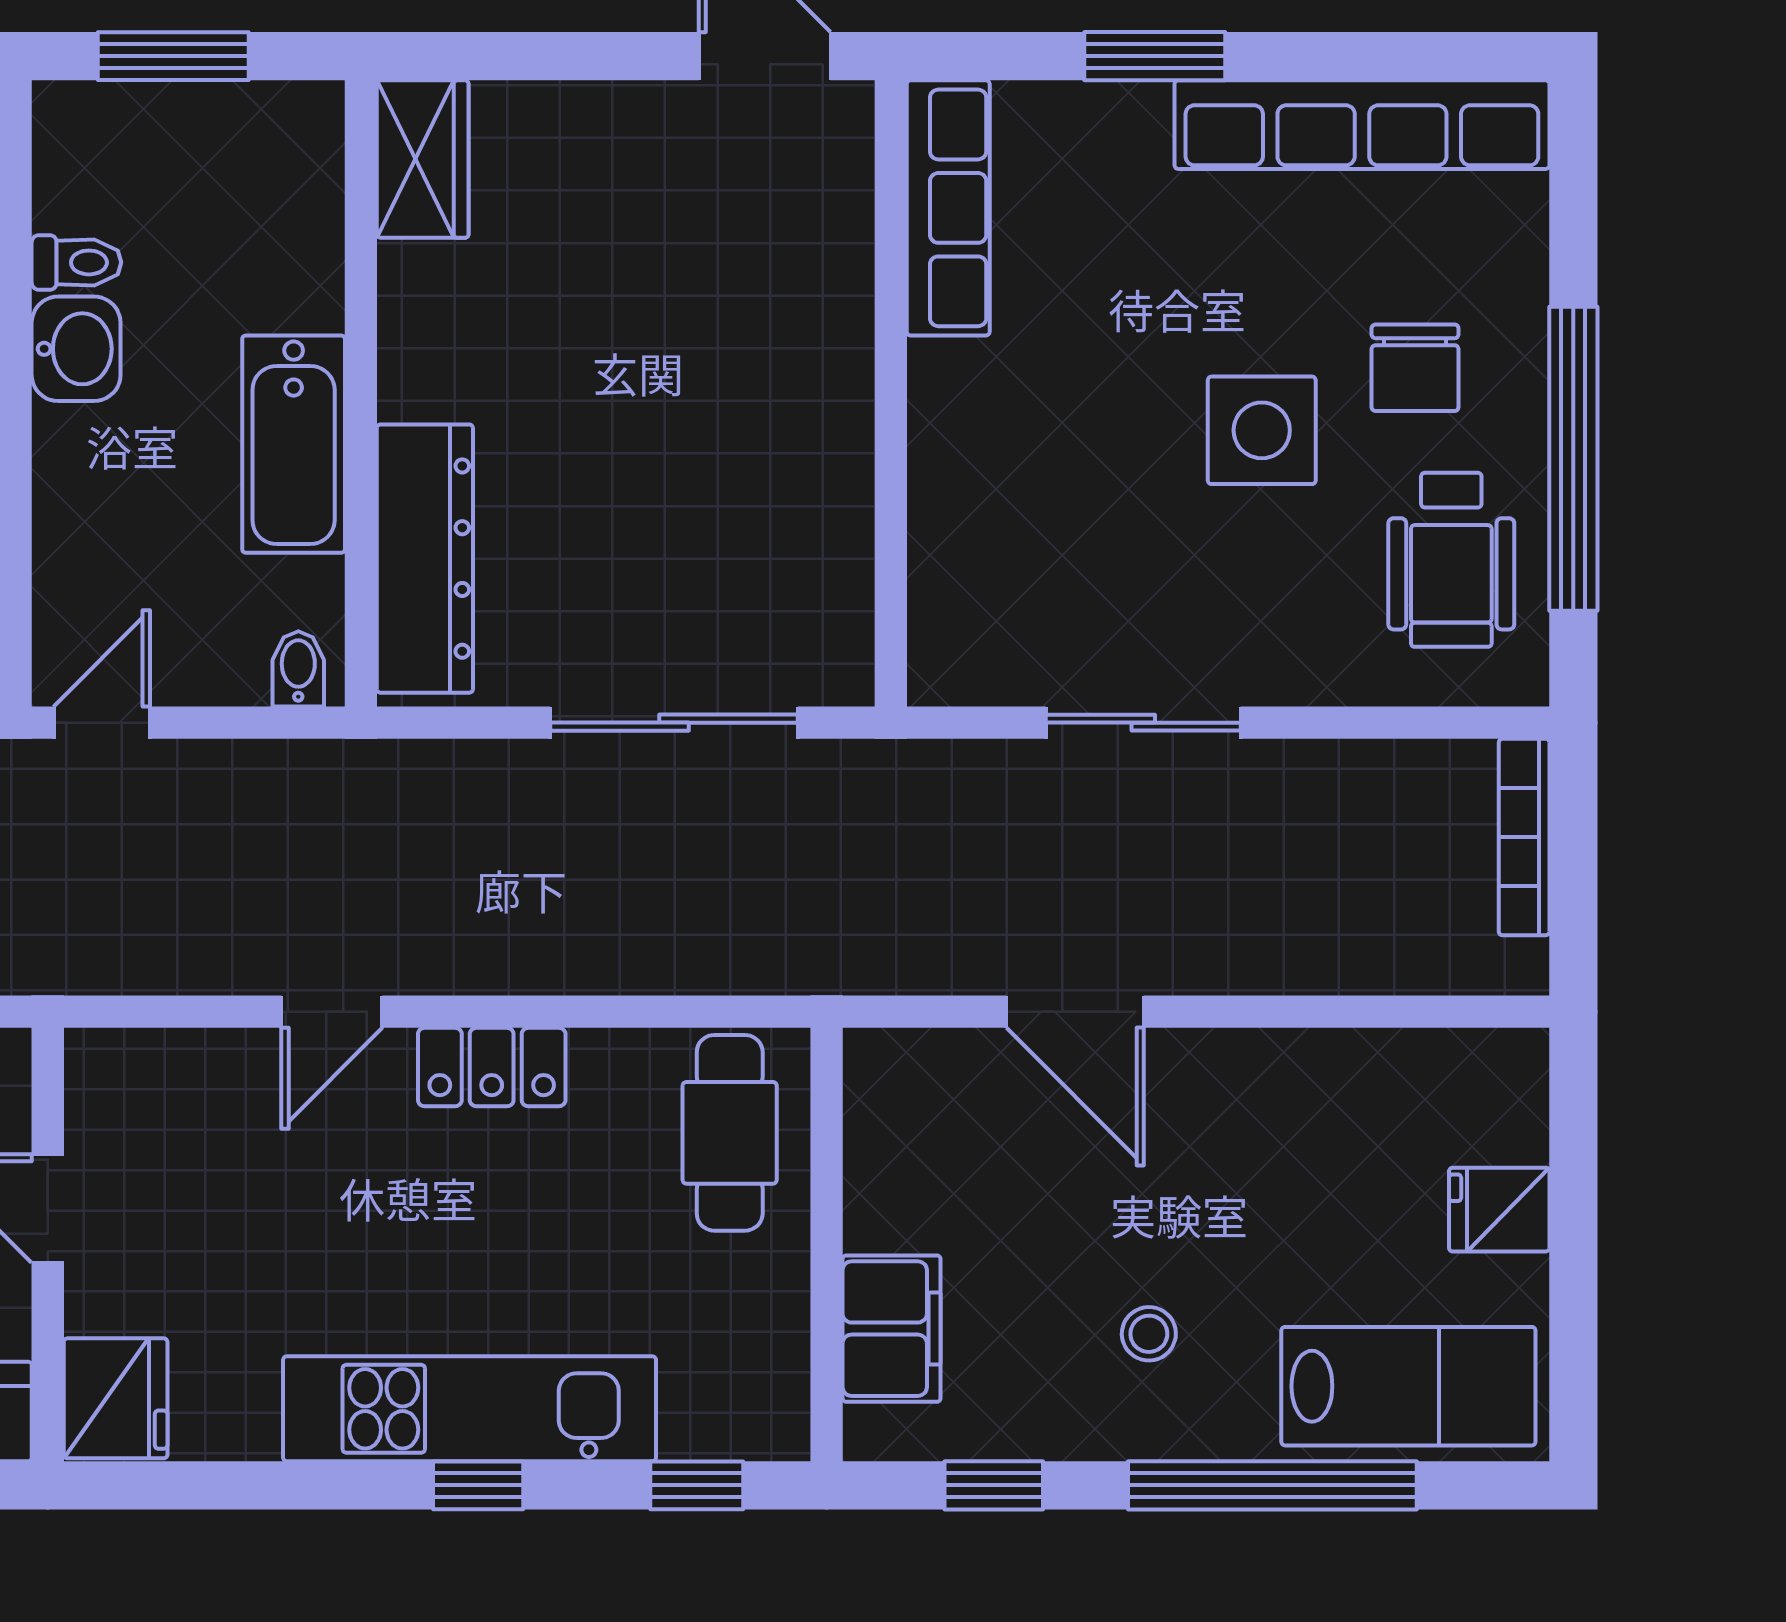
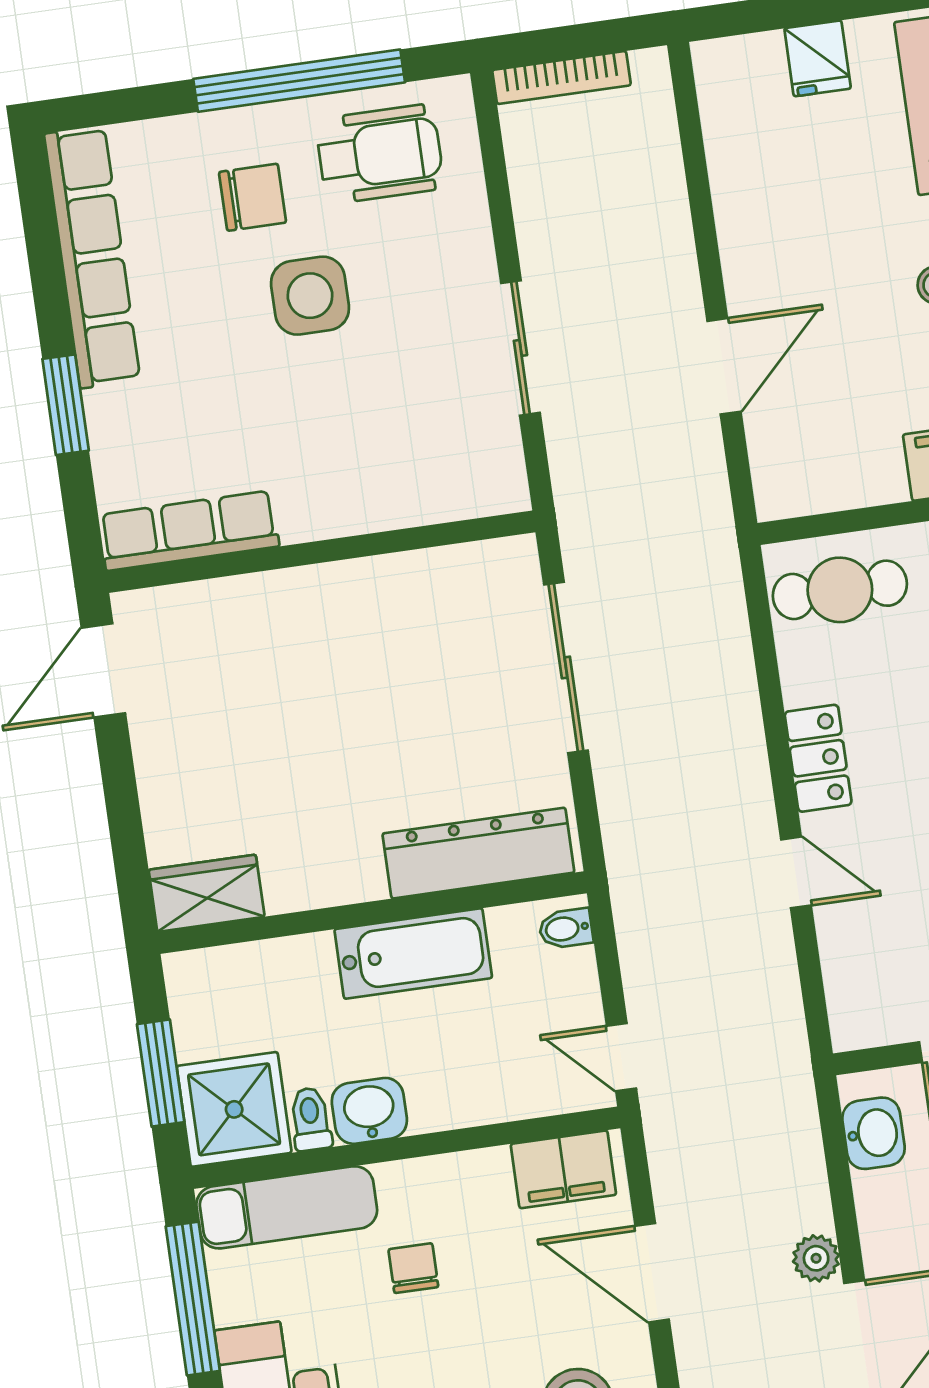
shower: (106, 154) -> (234, 1109), added

